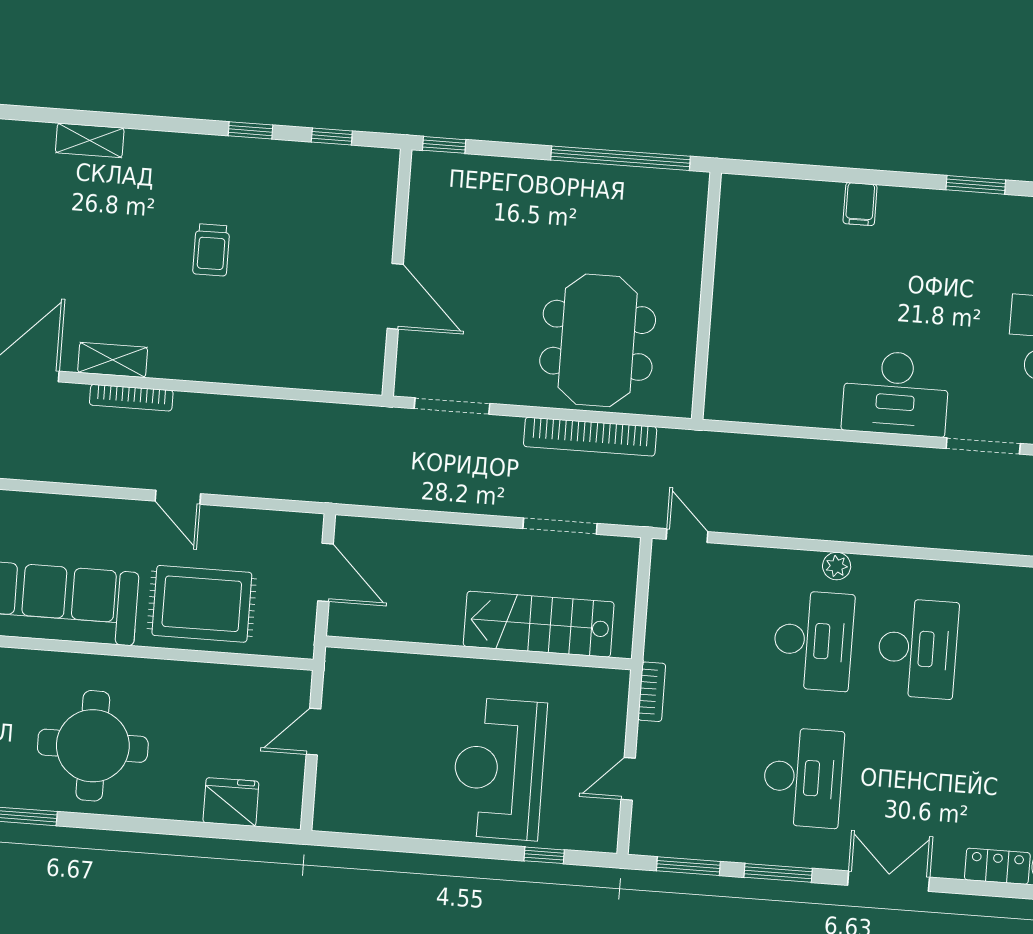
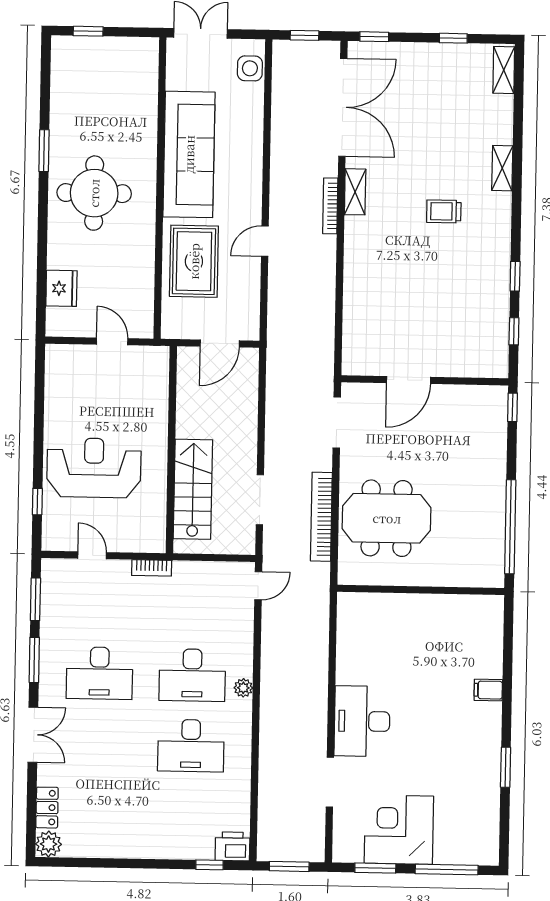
trolley: (211, 250) -> (444, 211), moved

